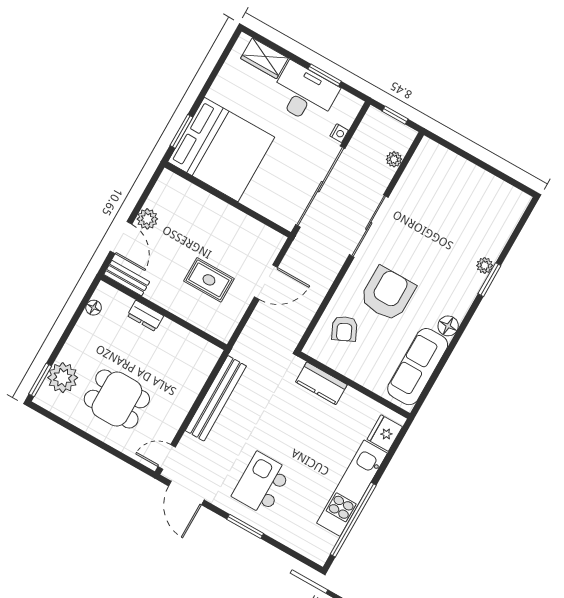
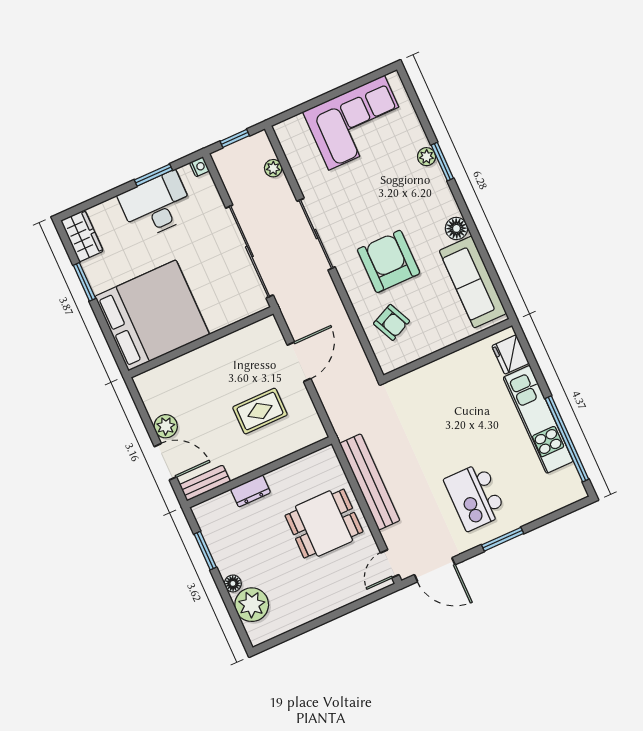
wardrobe: (264, 58) -> (82, 236), moved, turned -90
window: (181, 131) -> (84, 282), moved
nightstand: (339, 133) -> (199, 167), moved
corner sofa: (472, 196) -> (357, 123), added
floor lamp: (94, 308) -> (233, 583), moved
window: (40, 380) -> (205, 551), moved
kitchen counter: (321, 383) -> (425, 378), removed
dining table: (117, 399) -> (324, 524), moved

